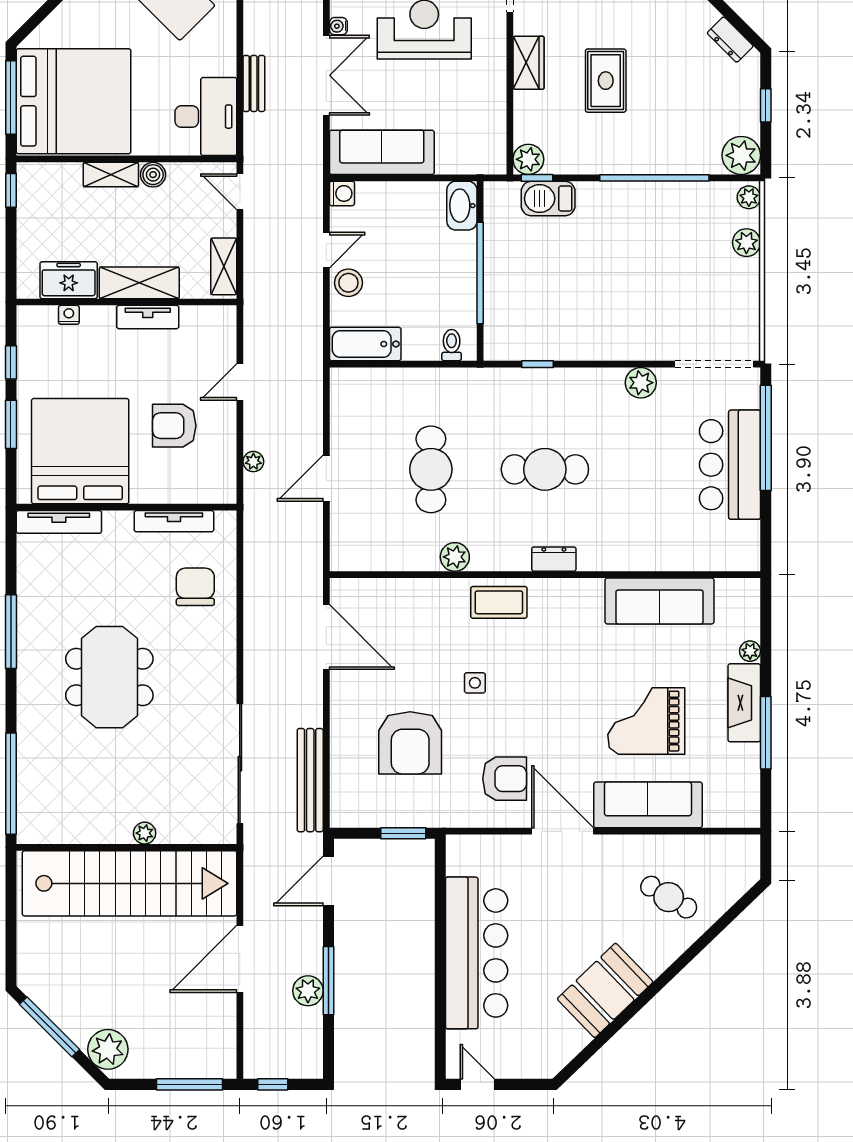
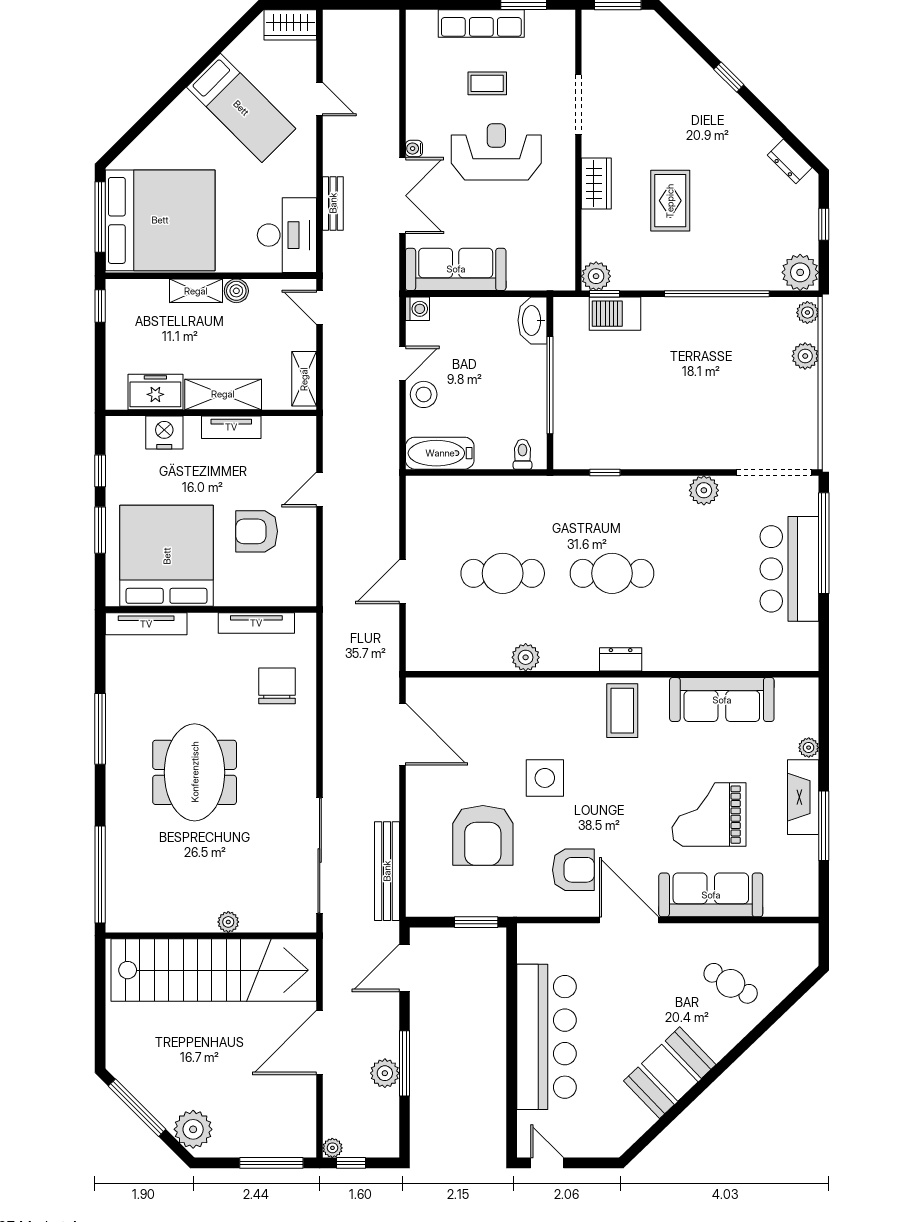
nightstand: (69, 315) -> (164, 433), width x1.89, depth x1.79
plant: (253, 462) -> (332, 1148), moved
cafe table: (431, 469) -> (503, 573), turned 90
coffee table: (499, 602) -> (622, 711), moved, turned 90
side table: (475, 683) -> (545, 778), width x1.87, depth x1.87

